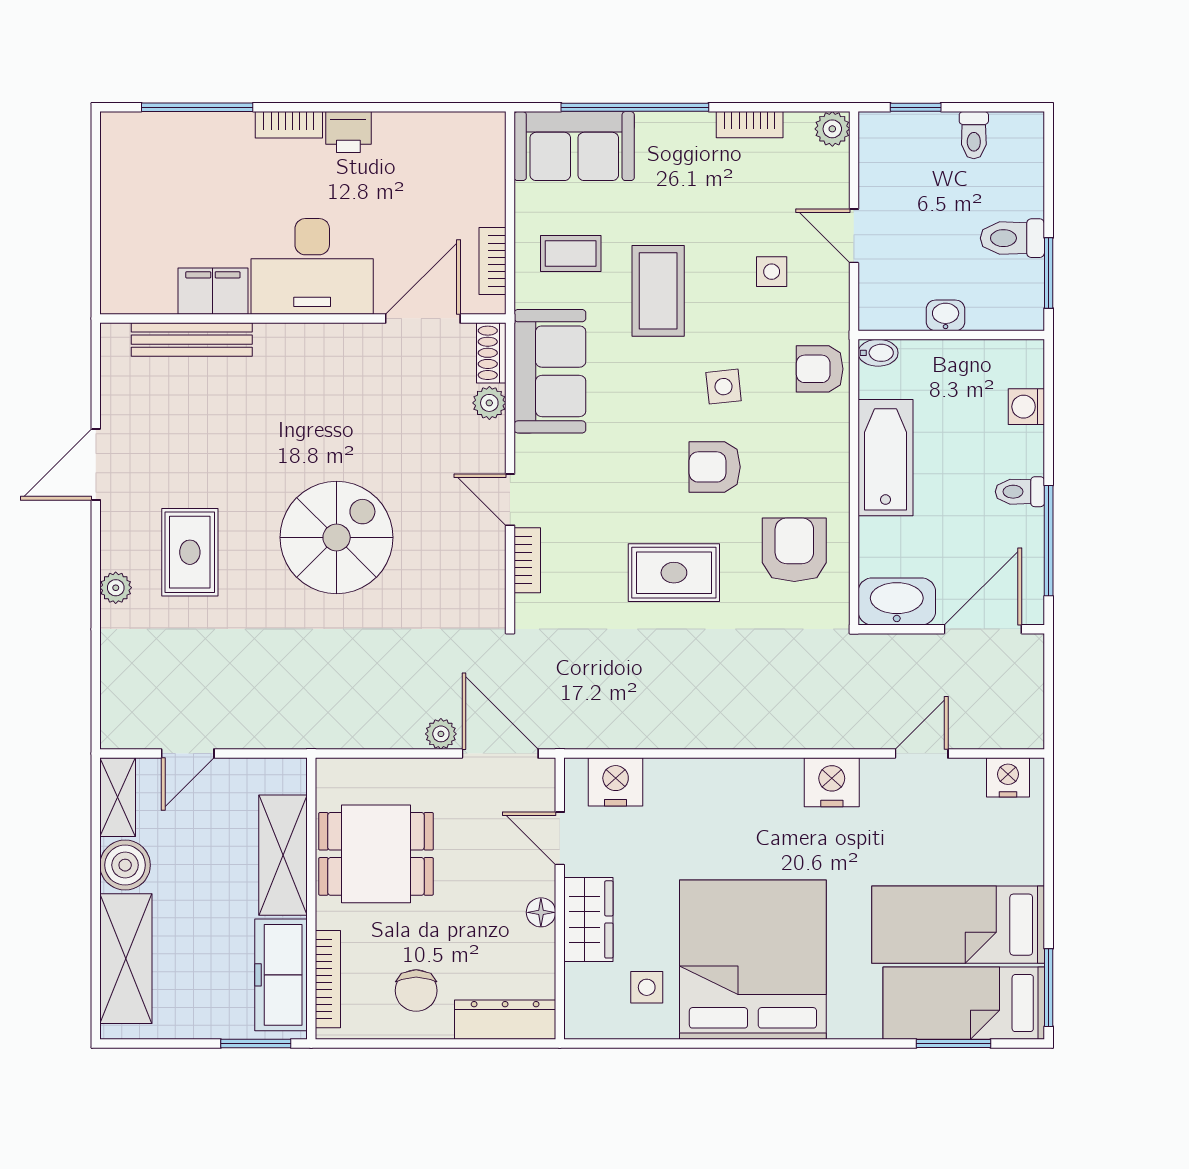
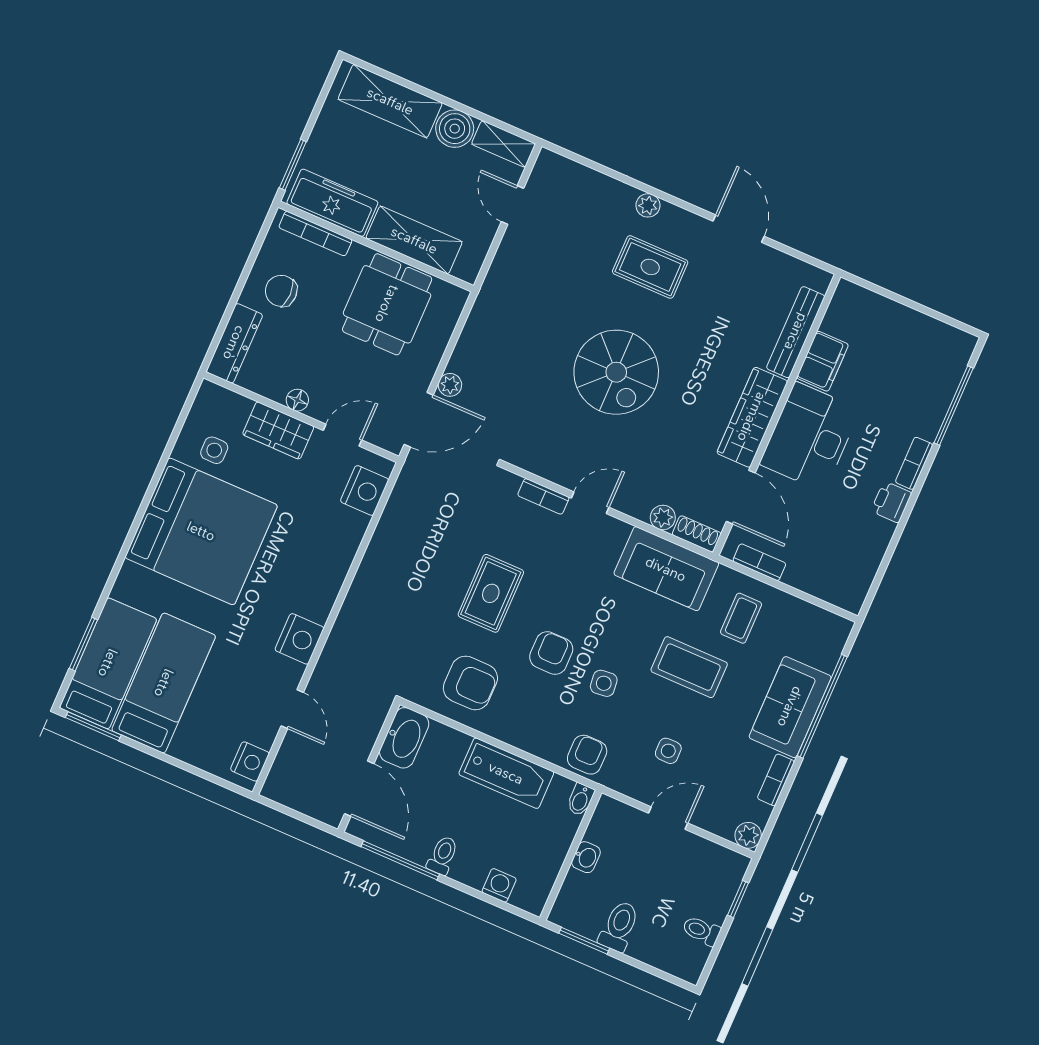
sofa: (574, 146) -> (790, 707), moved
wardrobe: (319, 347) -> (752, 417), added

